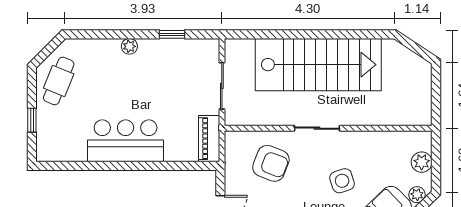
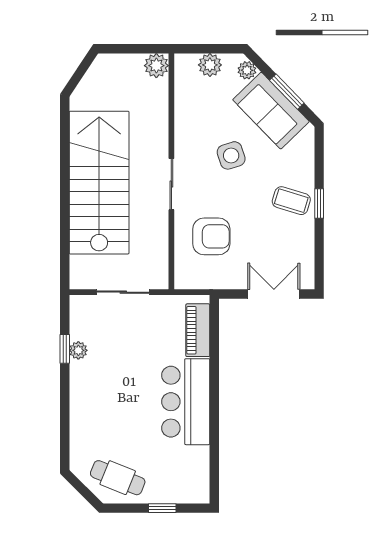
plant: (129, 46) -> (78, 350), moved
plant: (421, 115) -> (156, 66), added
piano: (209, 139) -> (198, 330), moved, turned 90
armchair: (271, 163) -> (211, 236), turned 69

